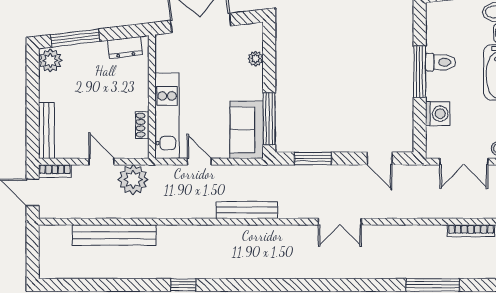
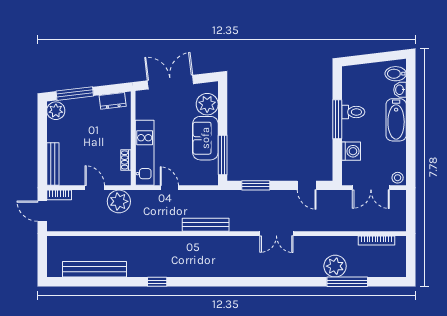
plant: (256, 59) -> (207, 104), width x1.88, depth x1.88
sofa: (247, 130) -> (205, 138), moved
bench: (114, 235) -> (95, 269), moved
plant: (417, 264) -> (335, 266), added

